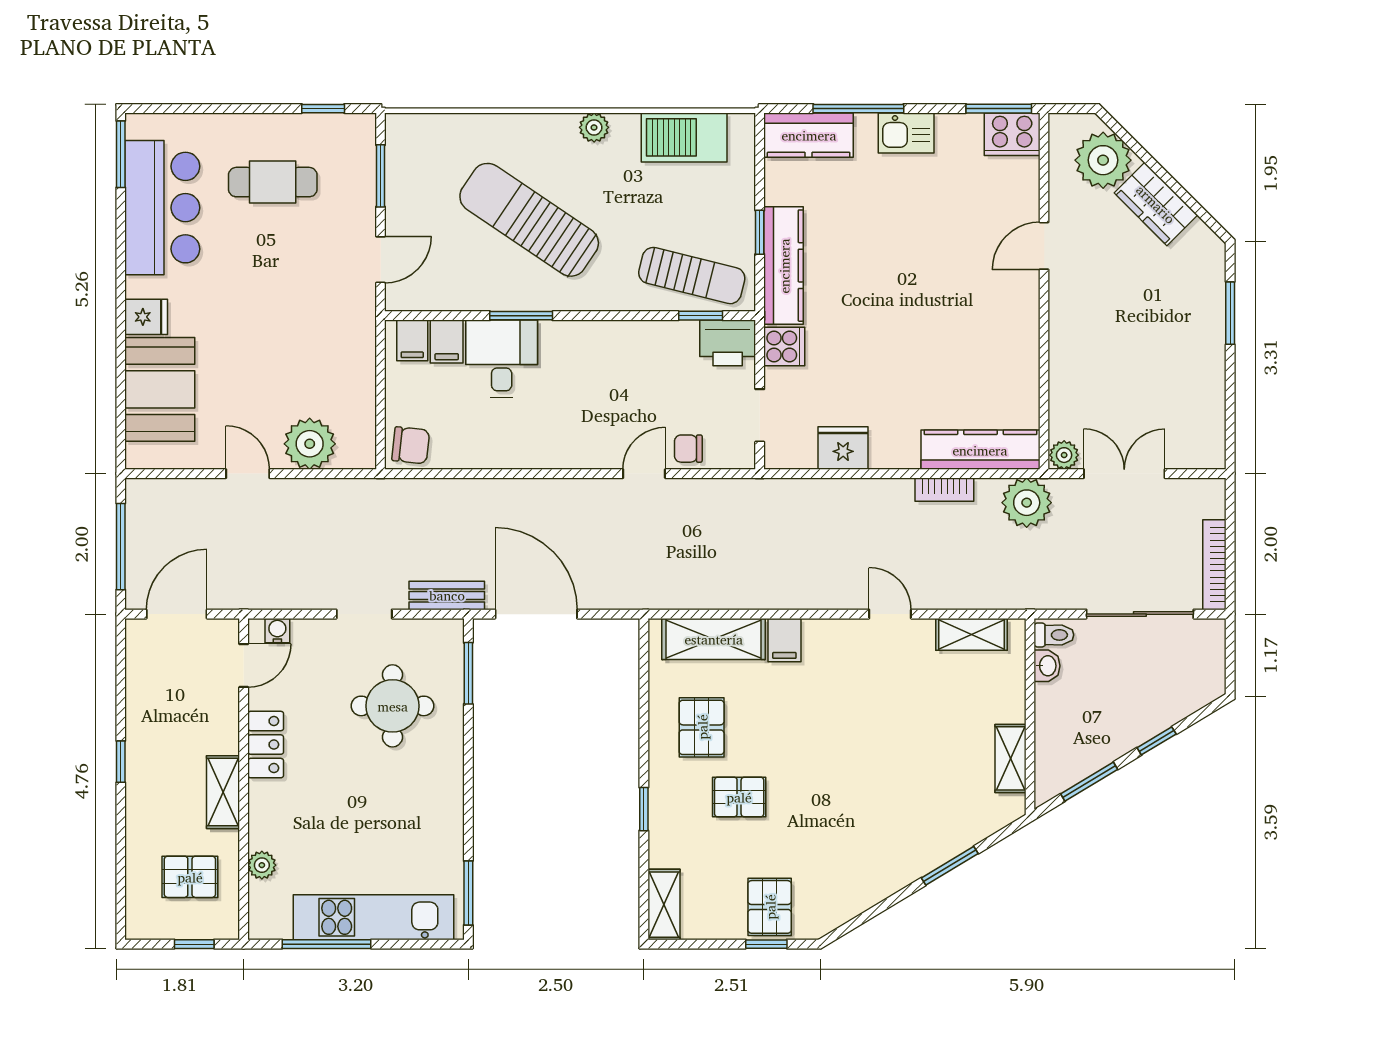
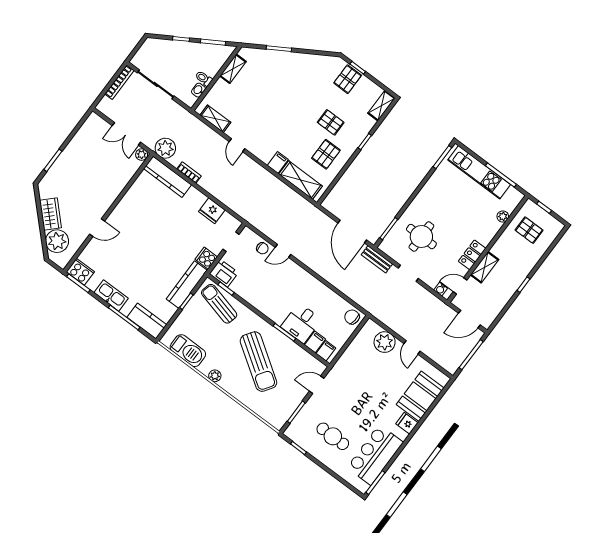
kitchen sink: (906, 133) -> (111, 295), width x1.38
toilet: (1054, 635) -> (204, 78), moved
shelving: (223, 792) -> (485, 267), moved

